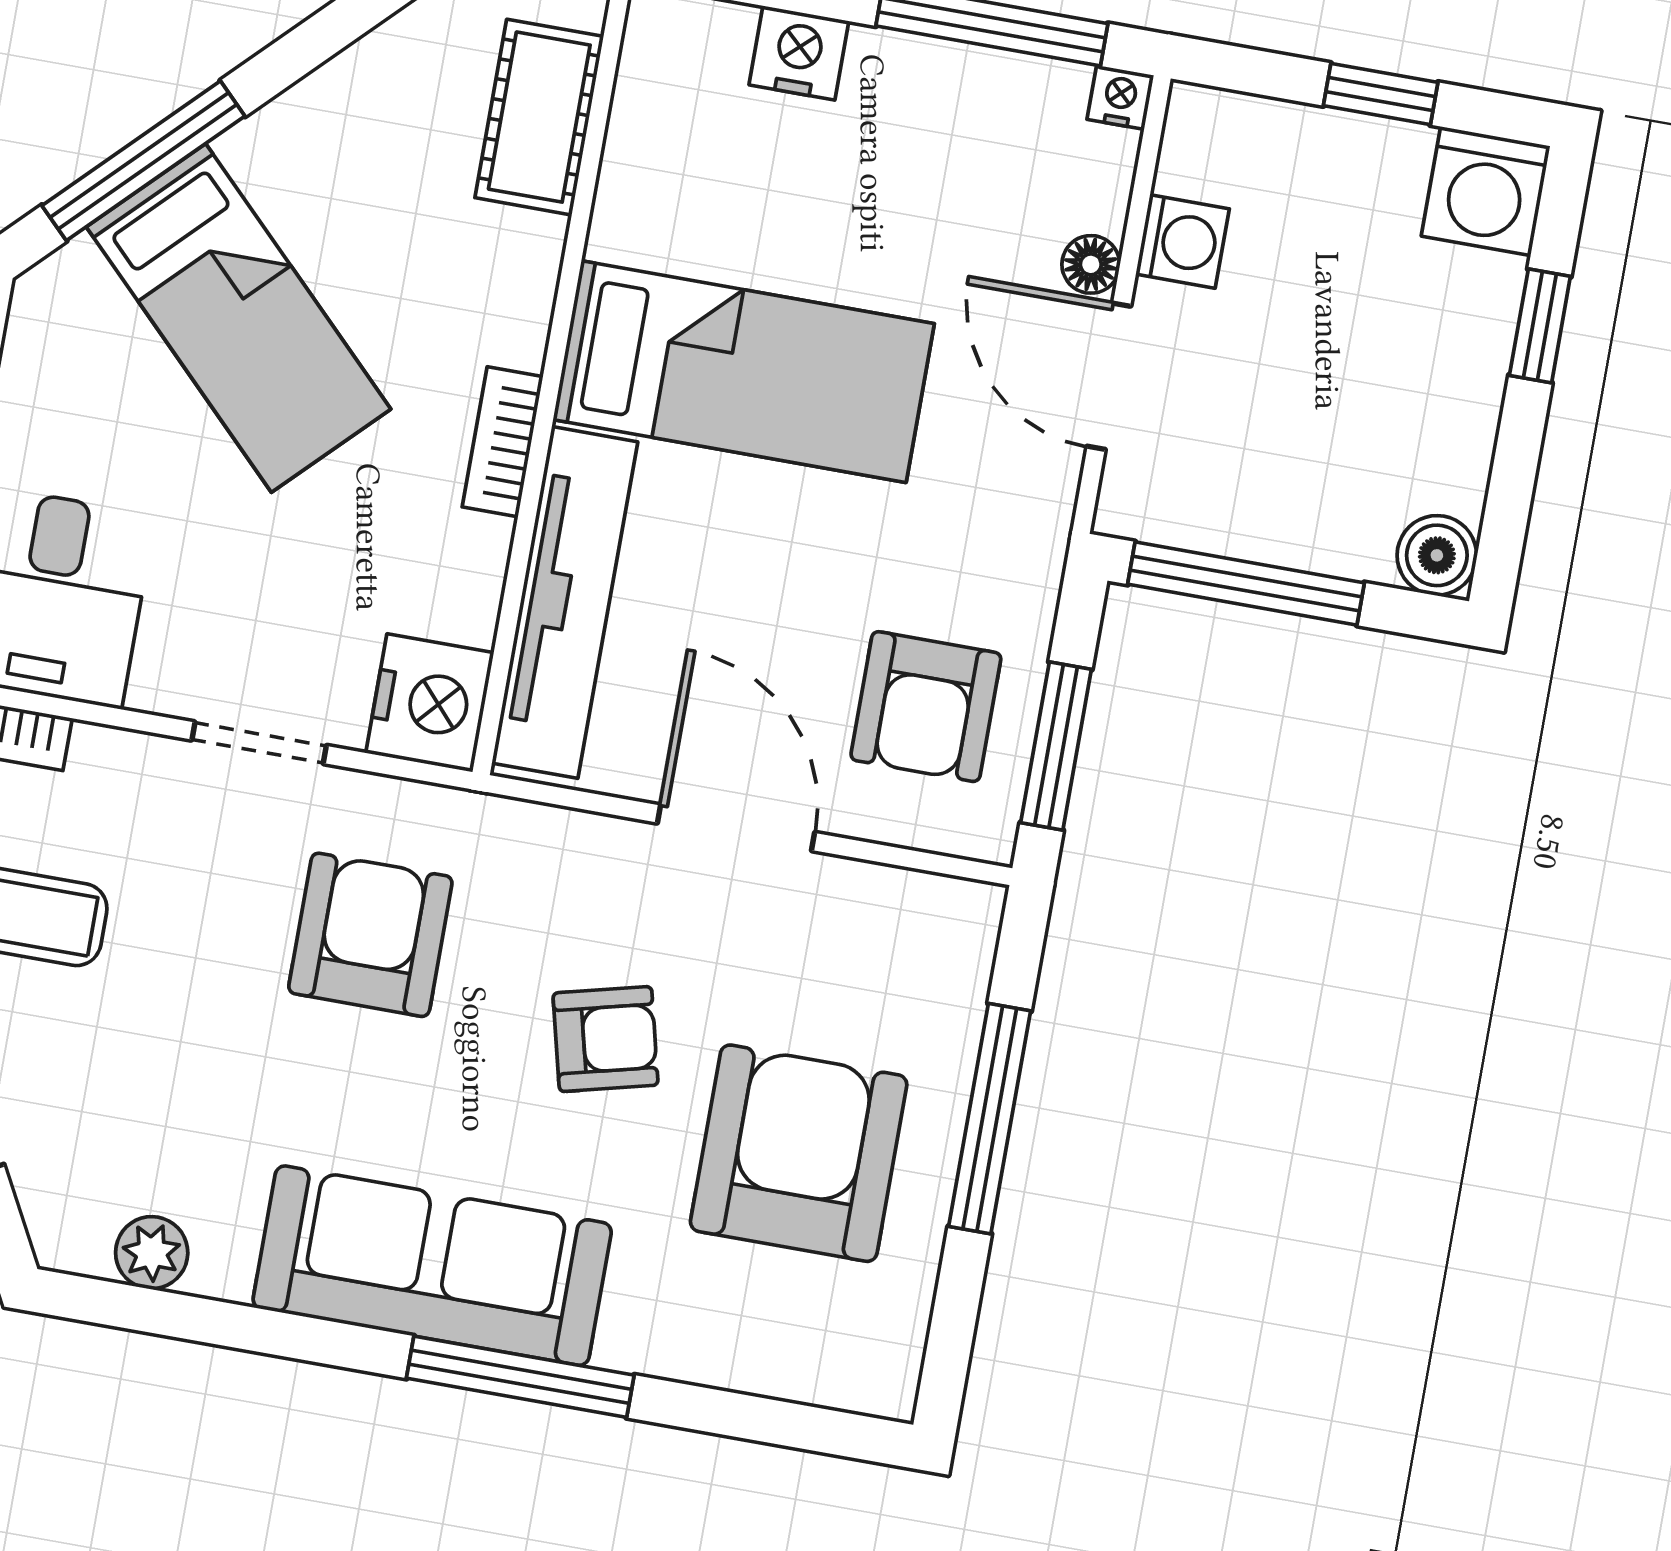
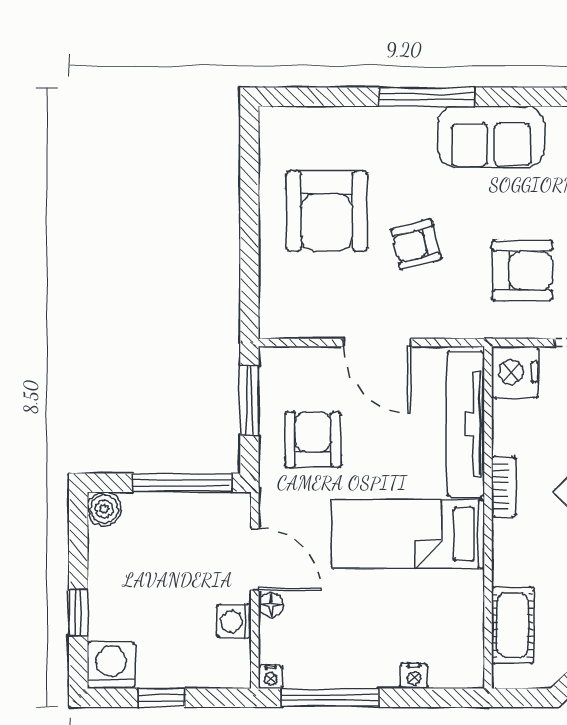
nightstand: (799, 53) -> (414, 676), width x0.72, depth x0.74
armchair: (926, 707) -> (313, 440), moved
armchair: (370, 935) -> (522, 271), turned -90
window: (990, 1119) -> (249, 240), removed
sofa: (432, 1266) -> (491, 137), width x0.73

